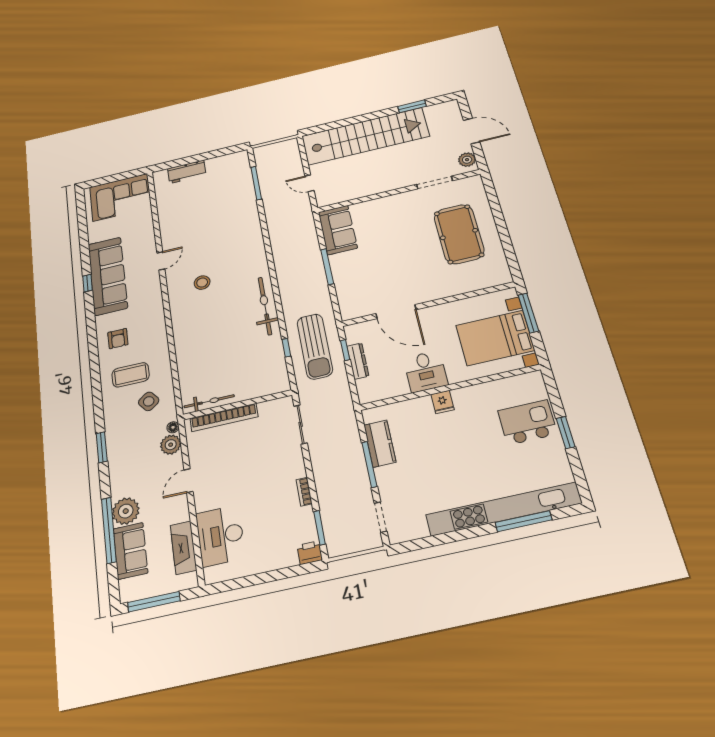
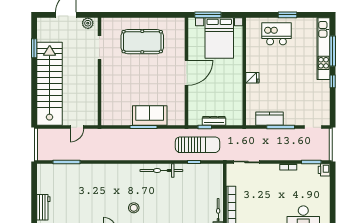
sofa: (338, 230) -> (150, 116), moved
door: (396, 312) -> (187, 73), moved
desk: (426, 371) -> (231, 83), removed
kitchen island: (527, 422) -> (276, 34), turned 90
kitchen unit: (503, 509) -> (323, 49), width x0.73
window: (469, 533) -> (333, 81), added

